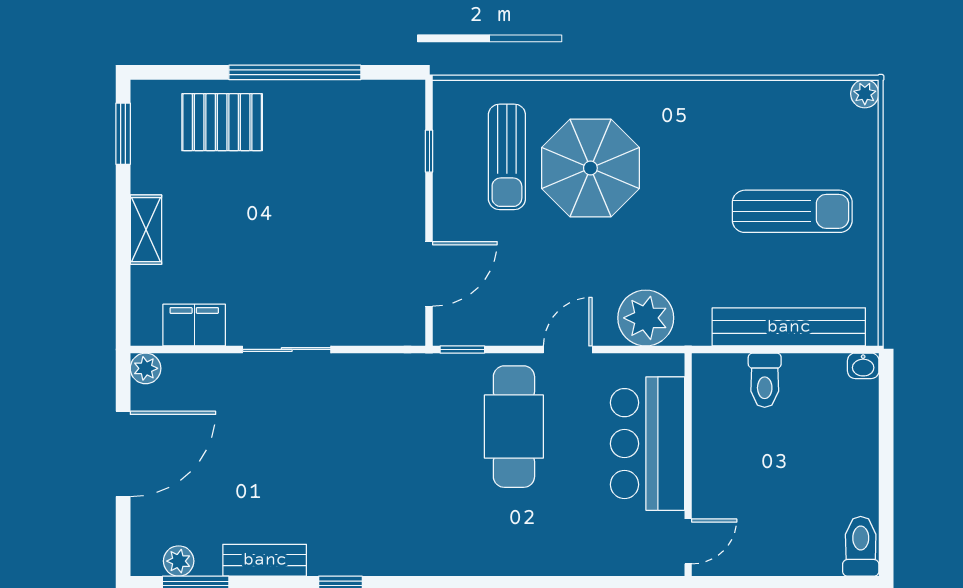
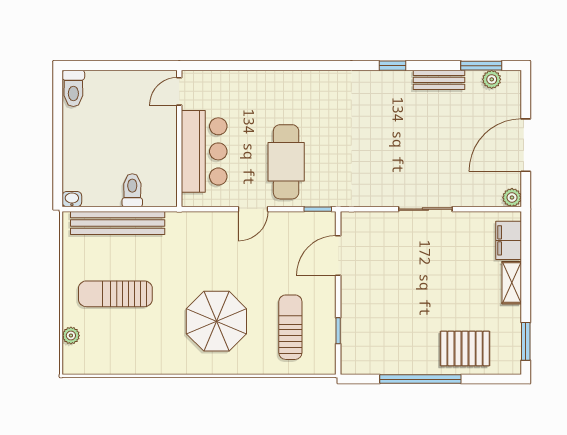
plant: (865, 94) -> (71, 336), moved
parasol: (590, 168) -> (216, 321), moved
plant: (646, 318) -> (205, 228), removed
filing cabinet: (194, 325) -> (509, 240), moved, turned 90

